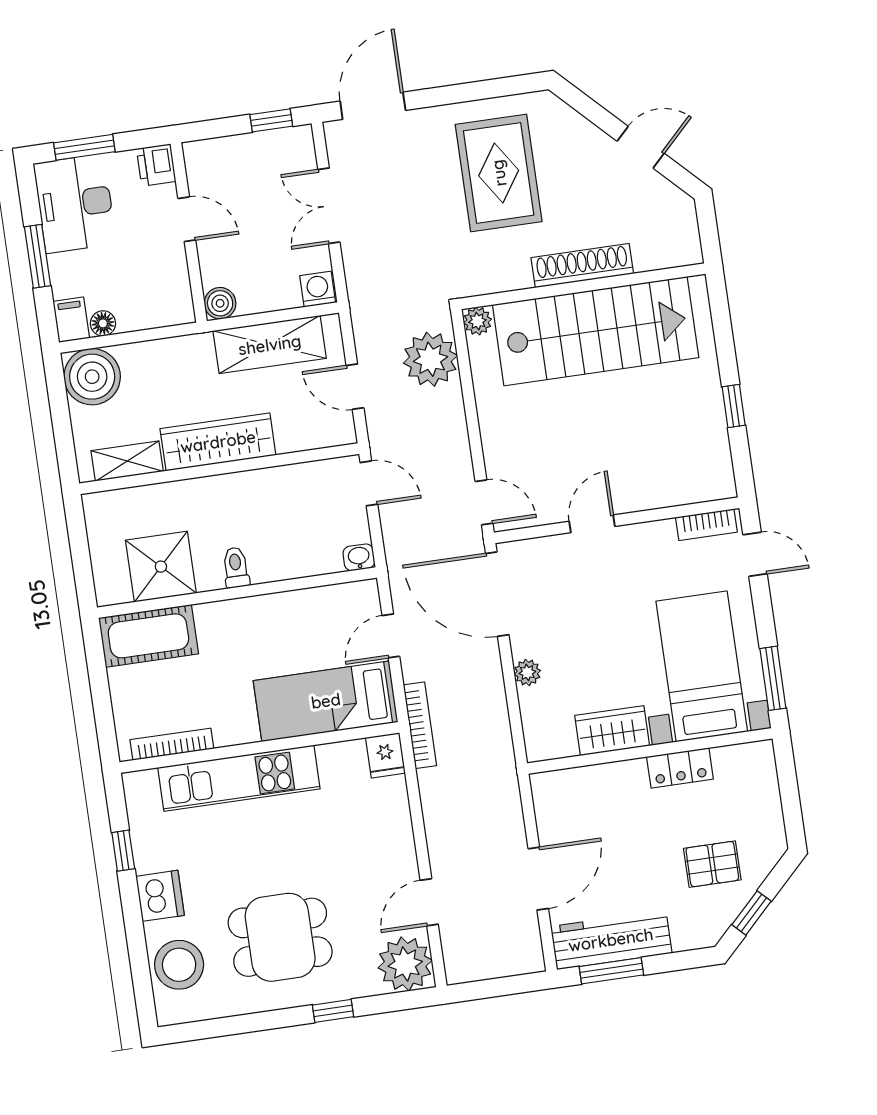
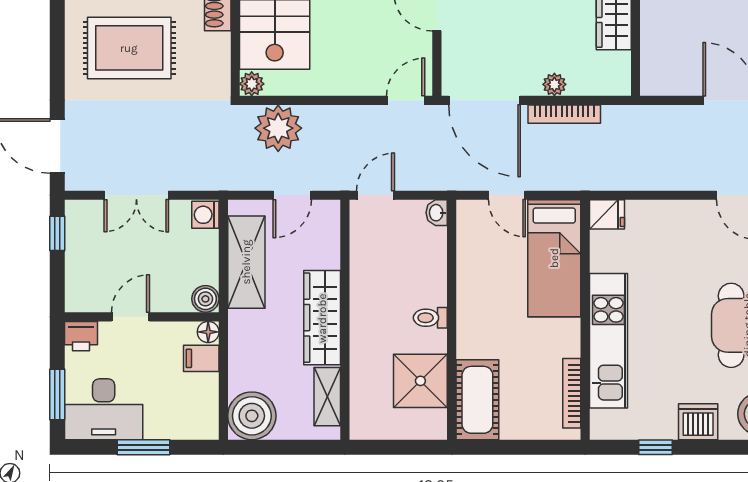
filing cabinet: (71, 320) -> (201, 358), moved
floor lamp: (103, 323) -> (208, 332), moved
door: (497, 594) -> (485, 100), hinge flipped
bookcase: (420, 725) -> (564, 114), moved, turned 180

